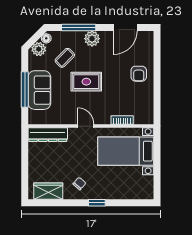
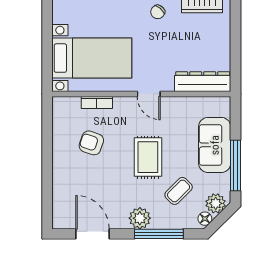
door: (125, 28) -> (92, 234), hinge flipped
armchair: (139, 74) -> (91, 143), moved, turned -71
rug: (86, 82) -> (148, 157), turned 90
window: (25, 89) -> (235, 166), moved

